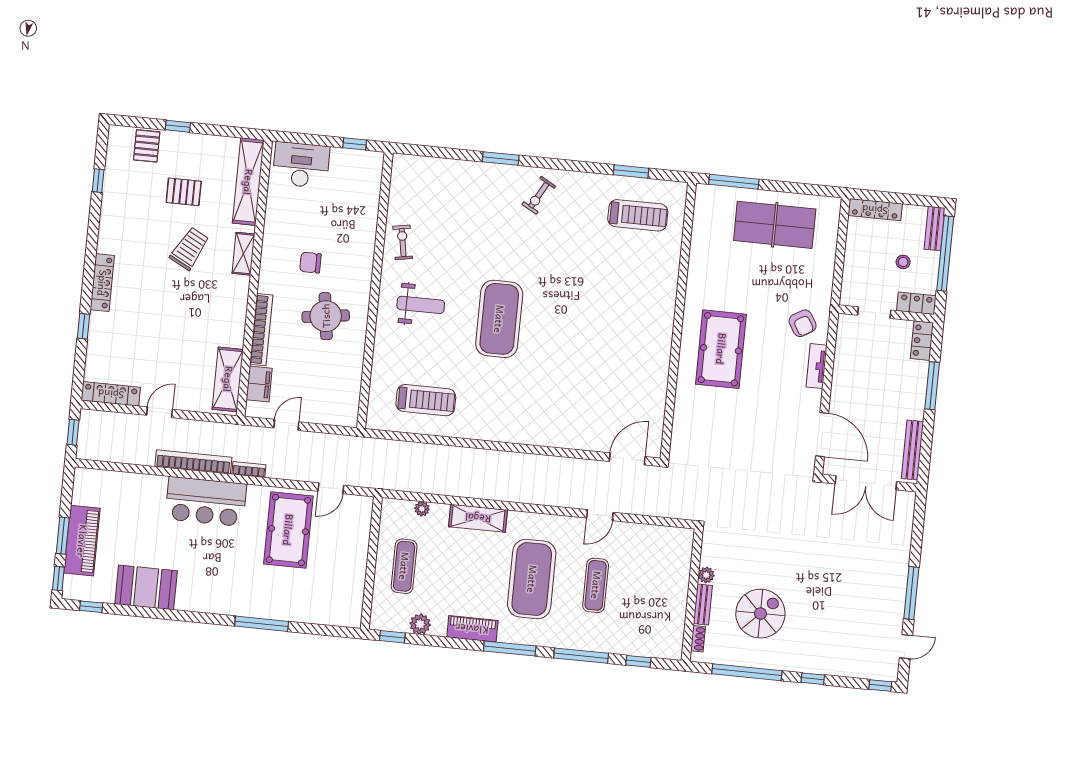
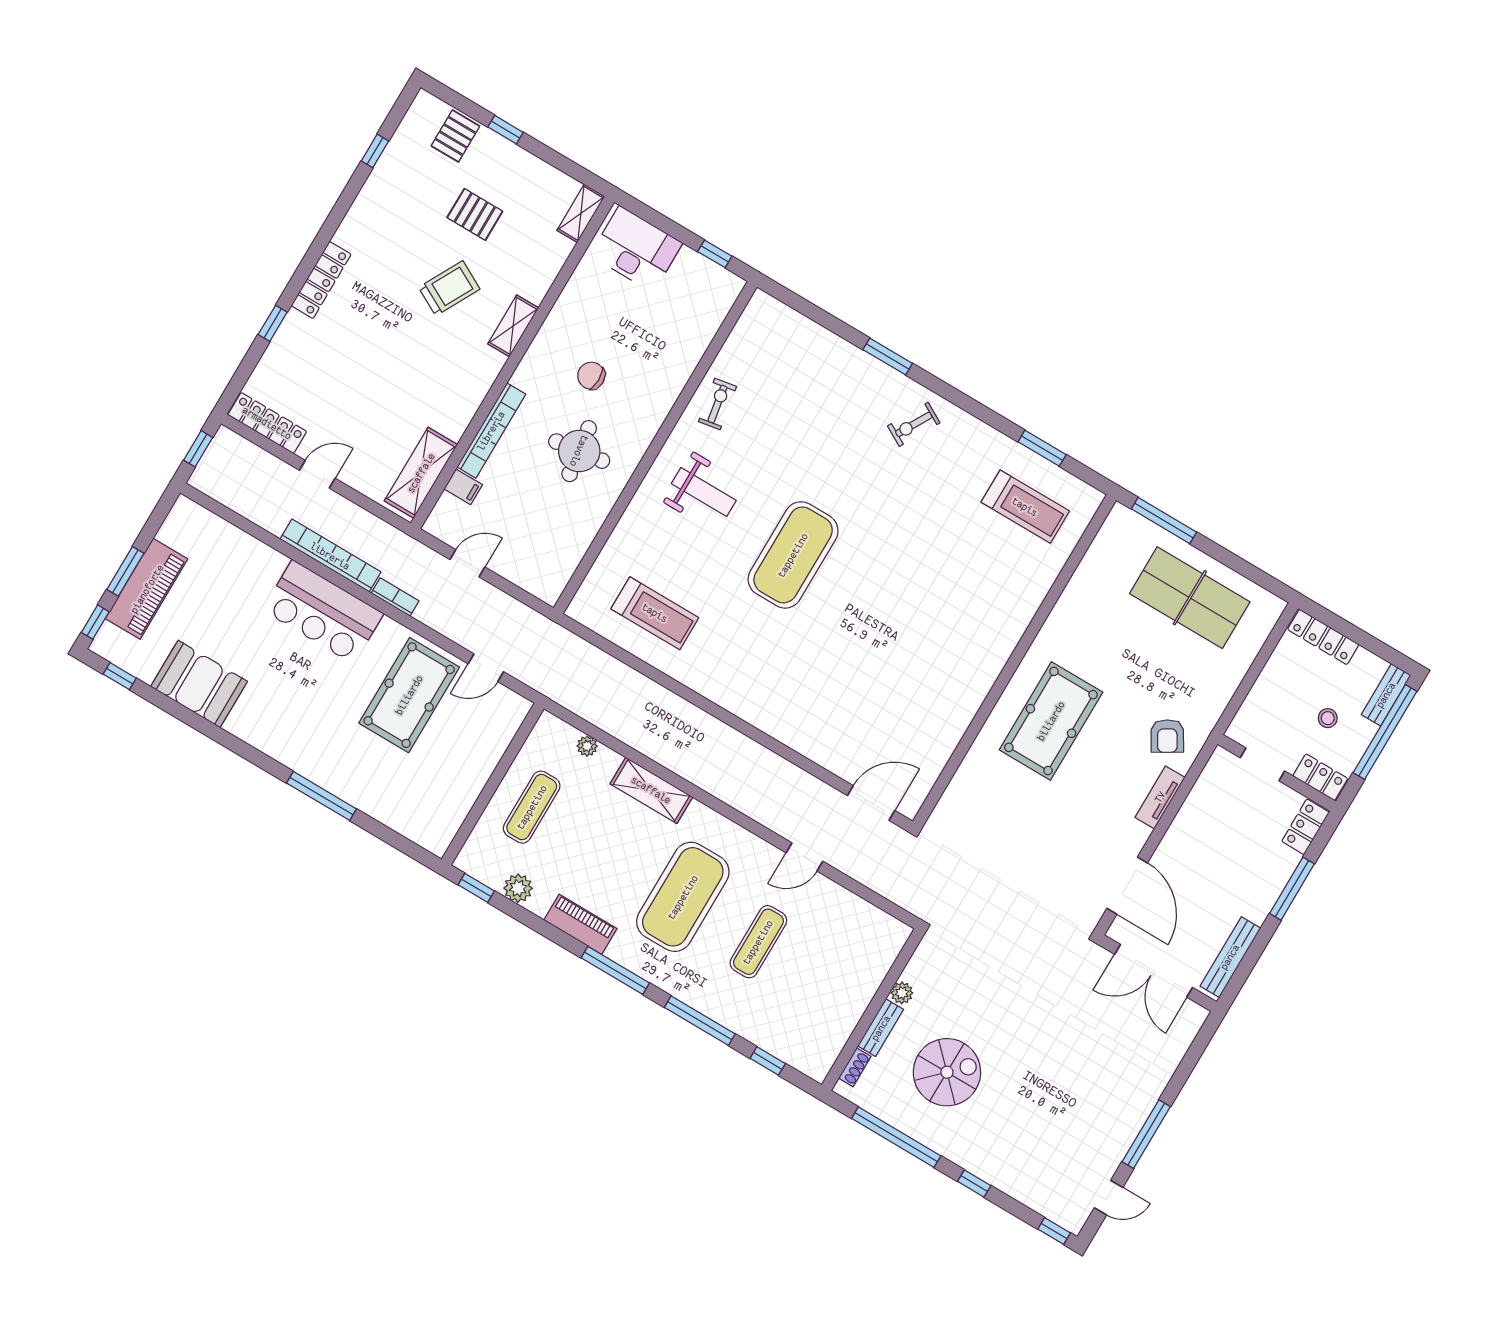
shelving: (248, 182) -> (581, 213), width x0.45, depth x0.75
filing cabinet: (259, 384) -> (463, 487), width x0.50

